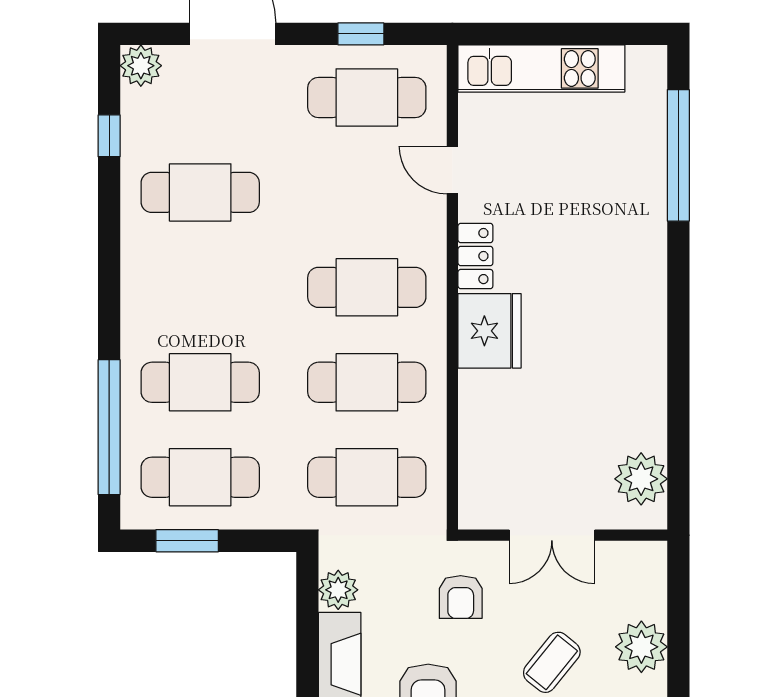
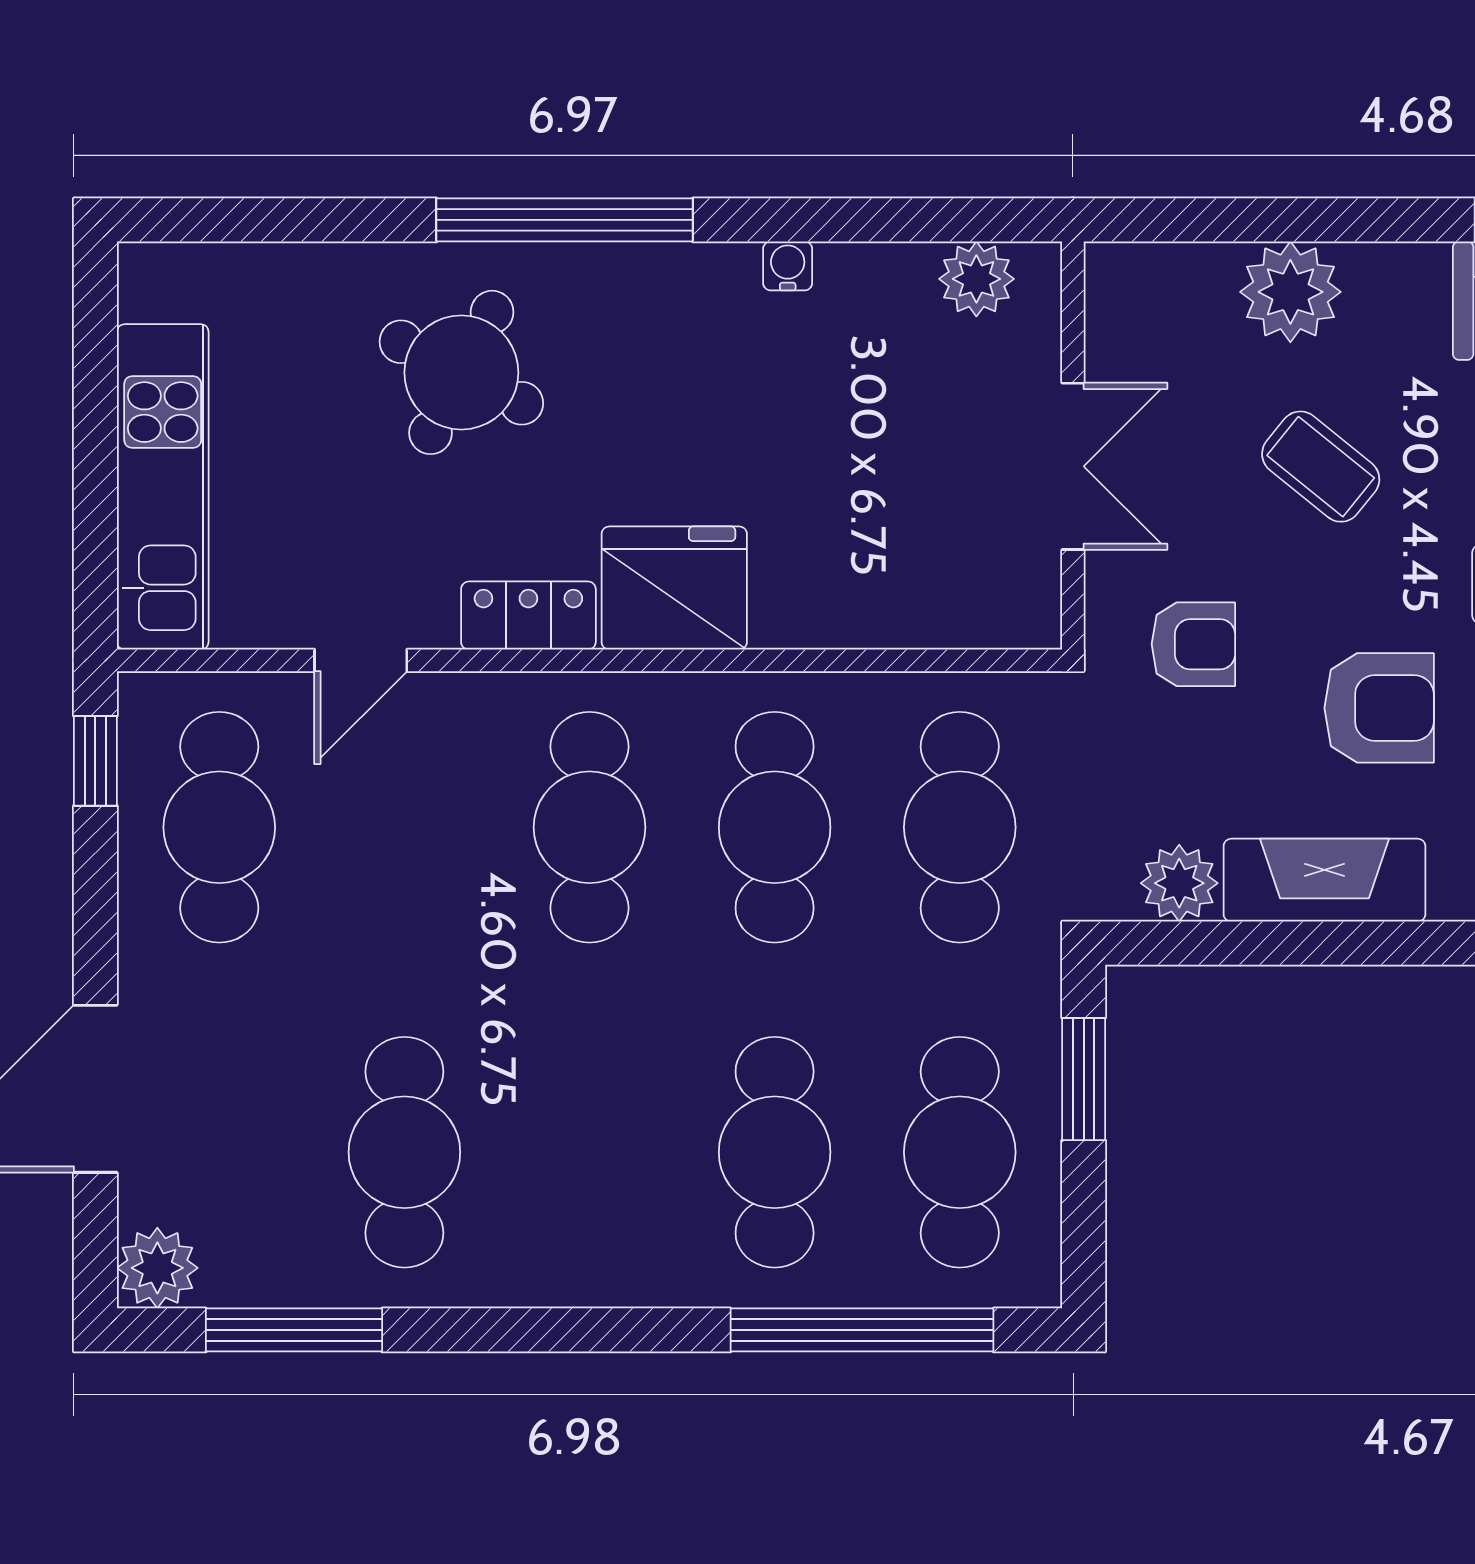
window: (361, 34) -> (95, 761), moved
window: (109, 136) -> (294, 1330), width x2.17
window: (678, 155) -> (565, 220), moved
round table: (600, 222) -> (461, 372), added
water cooler: (655, 389) -> (788, 266), added
plant: (641, 479) -> (976, 279), width x0.73, depth x0.73
window: (187, 541) -> (1084, 1079), moved

